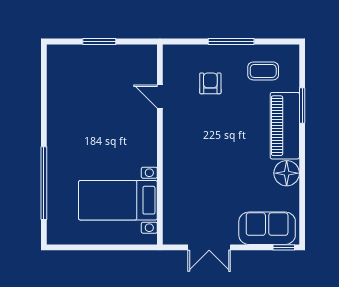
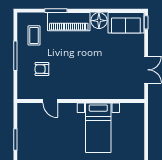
door: (160, 96) -> (50, 101), hinge flipped
bed with nightstands: (118, 200) -> (98, 128), moved
sofa: (267, 228) -> (126, 23), moved, turned -90

